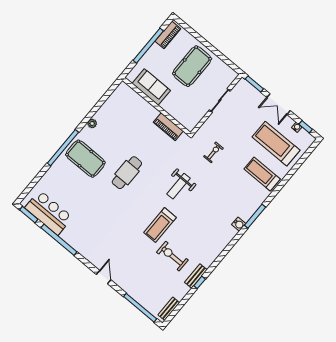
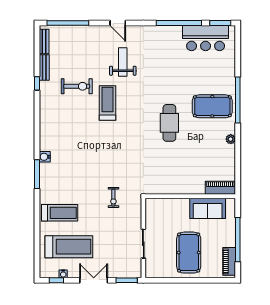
piano: (168, 127) -> (220, 188), moved
weight bench: (179, 186) -> (123, 62), moved
bench: (196, 276) -> (44, 68), moved

